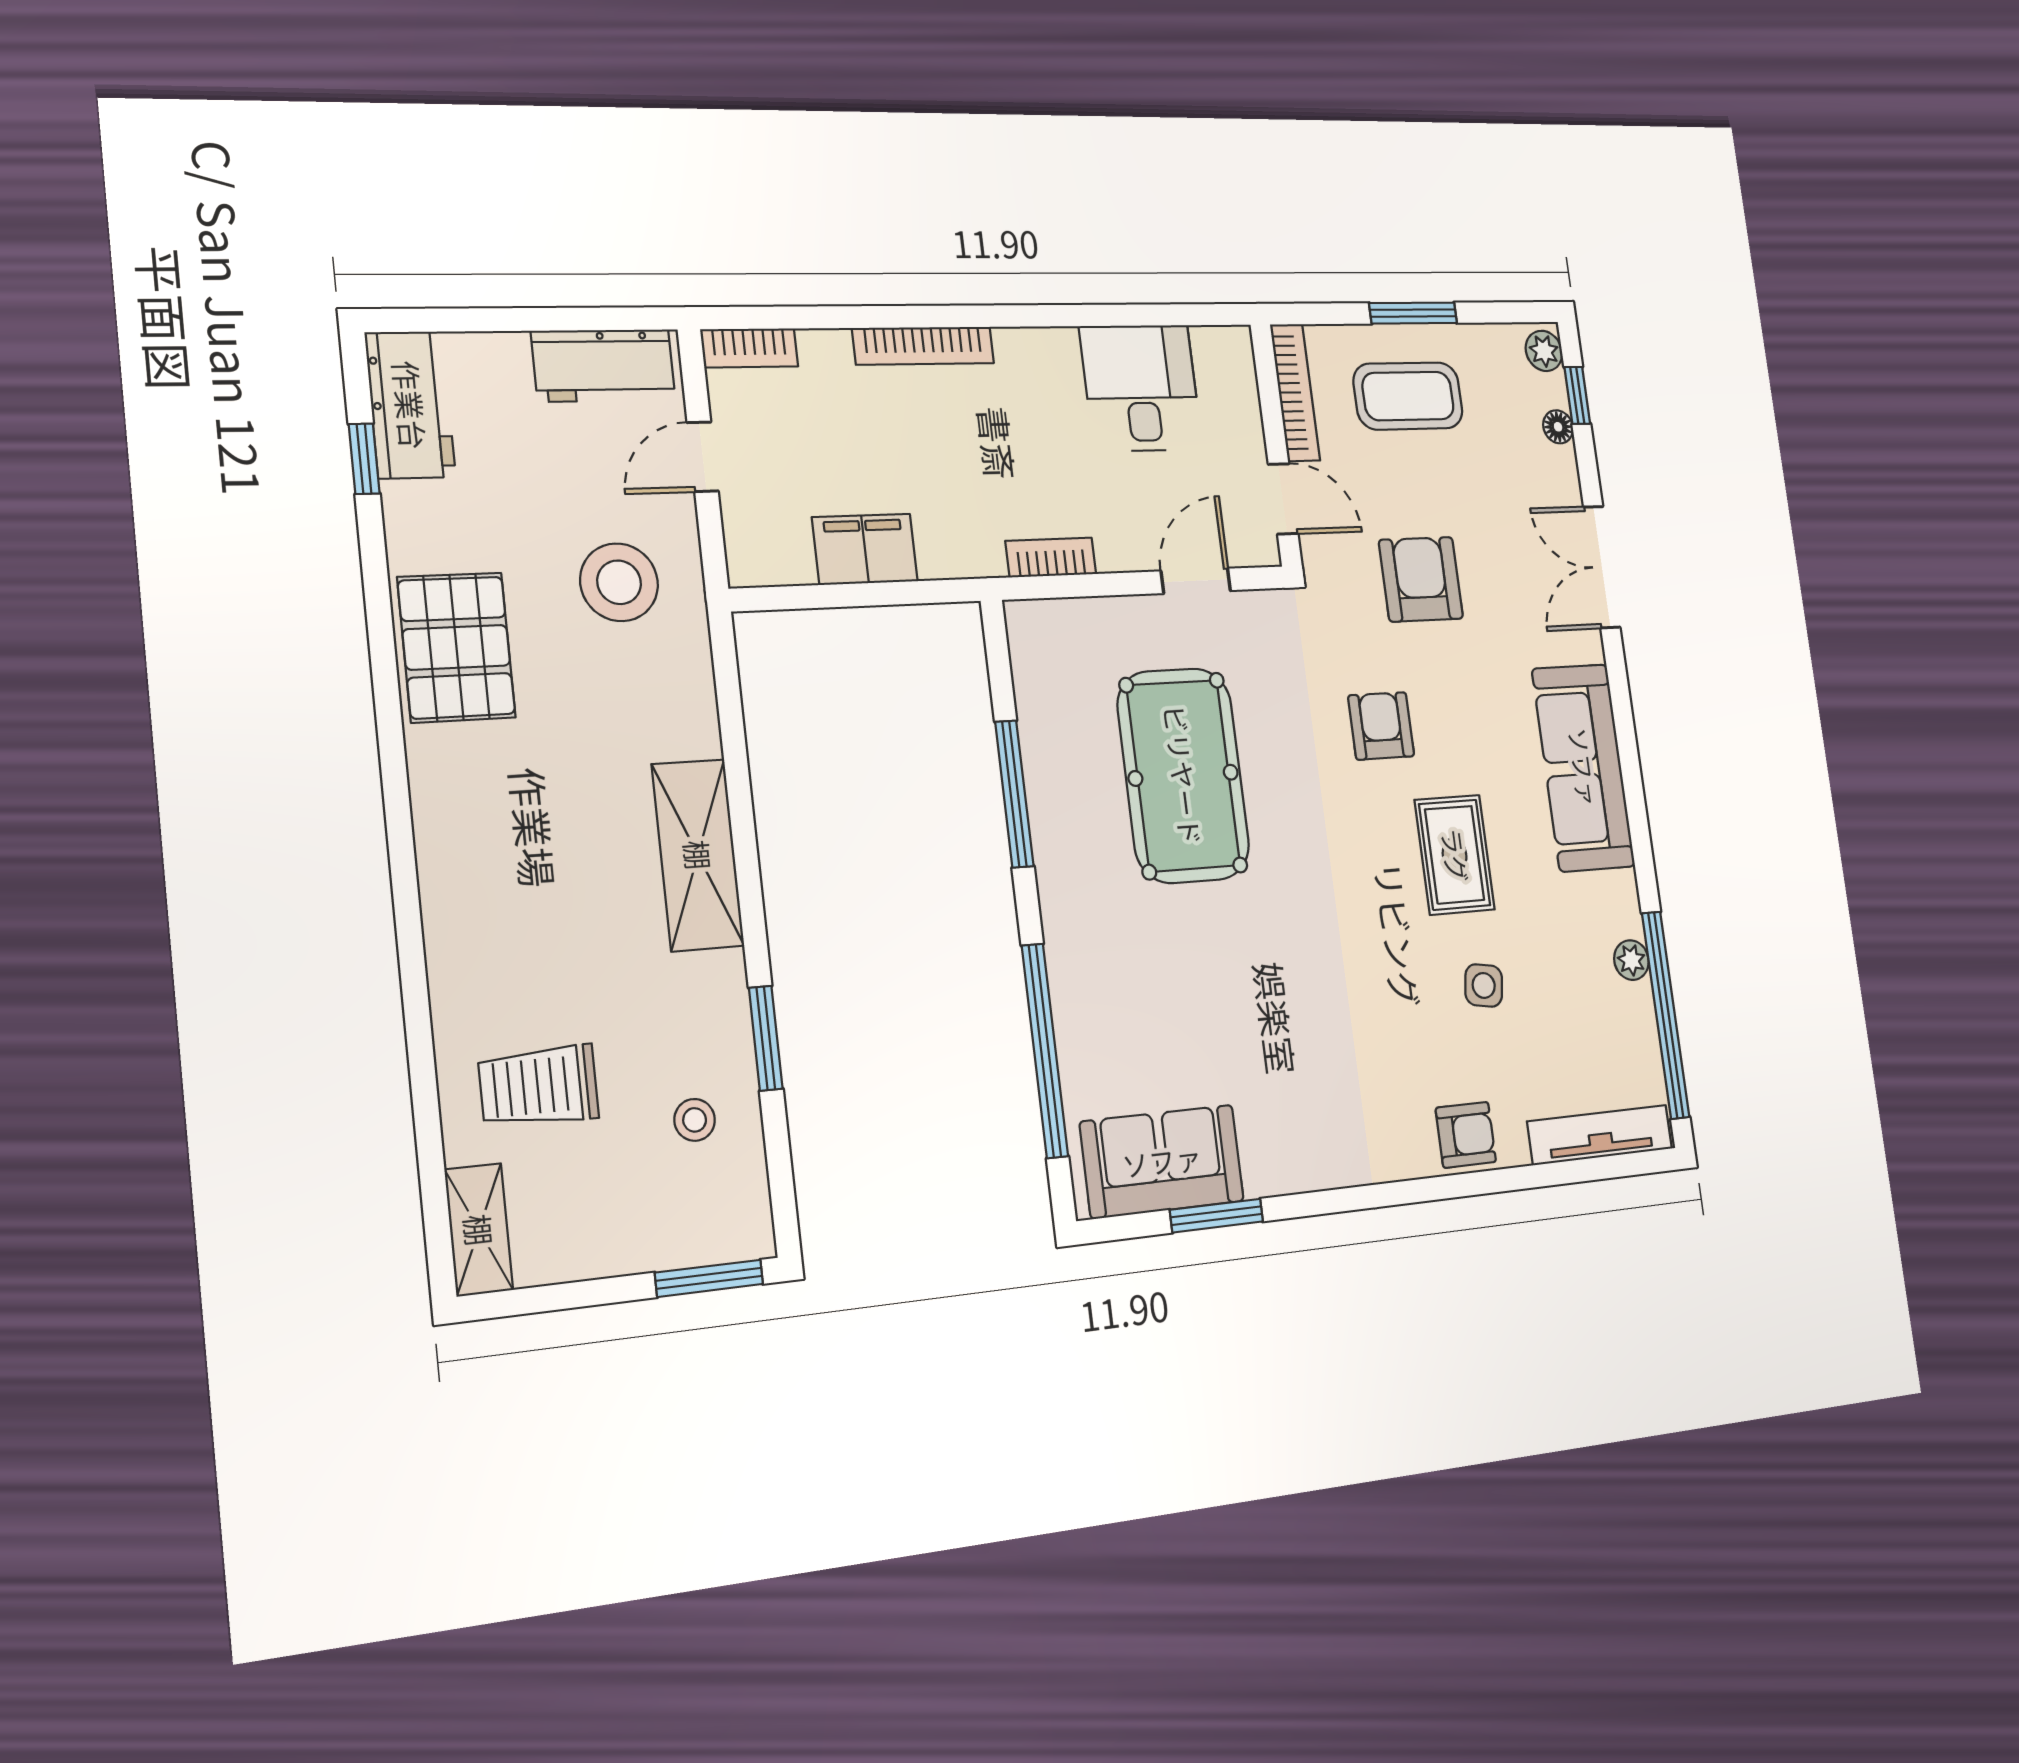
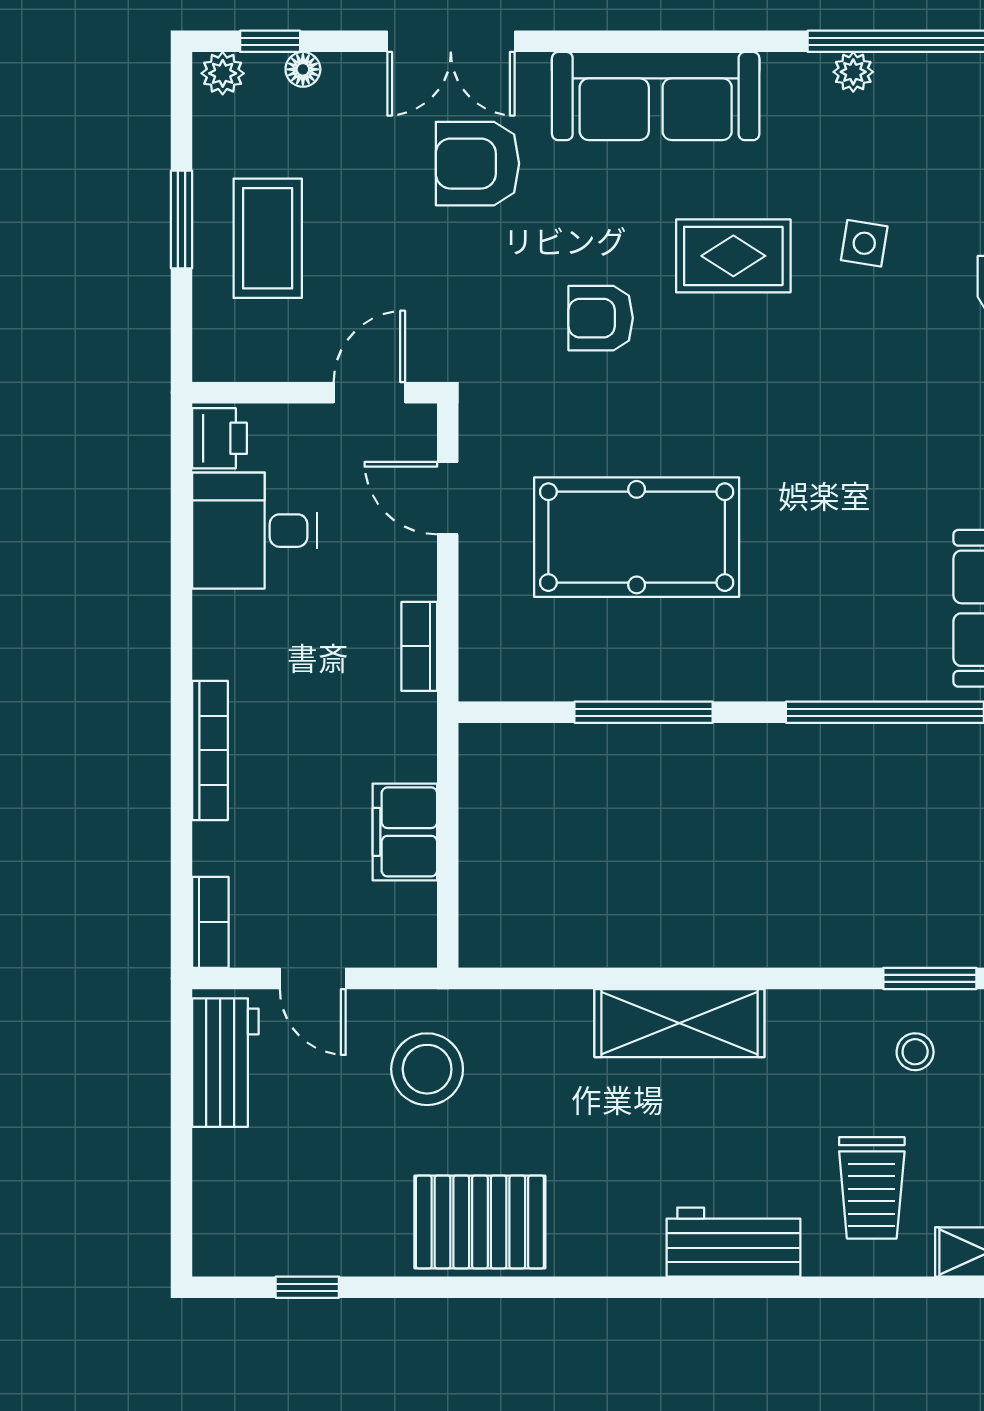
printer: (1222, 352) -> (219, 438), added
bookcase: (1295, 392) -> (262, 364), removed
workbench: (410, 405) -> (733, 1242), moved
armchair: (1421, 579) -> (477, 164), moved
window: (766, 1038) -> (930, 978), moved

